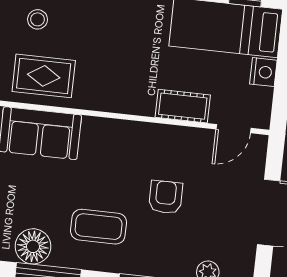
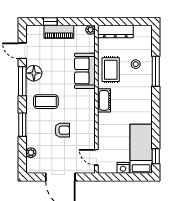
cot: (183, 106) -> (104, 100), moved
coffee table: (99, 227) -> (46, 102), turned 90

